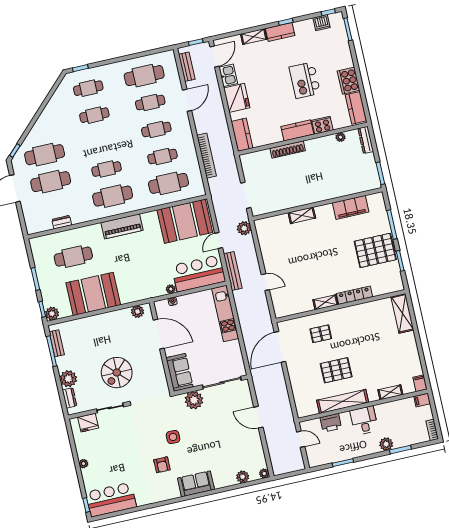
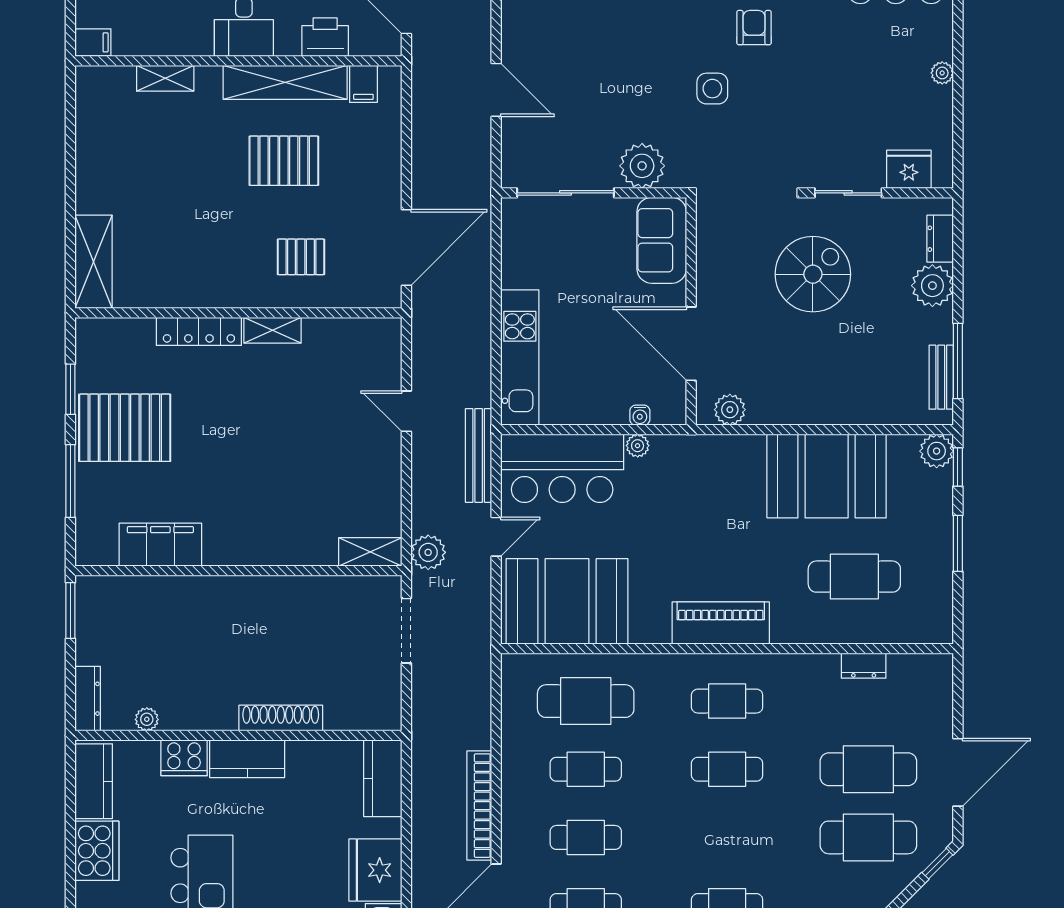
bookcase: (206, 156) -> (479, 806), moved
cafe table: (113, 196) -> (727, 701), width x0.73, depth x0.74
shelving: (302, 215) -> (370, 552), moved
filing cabinet: (420, 383) -> (363, 84), moved

